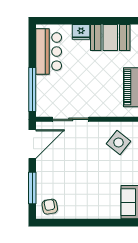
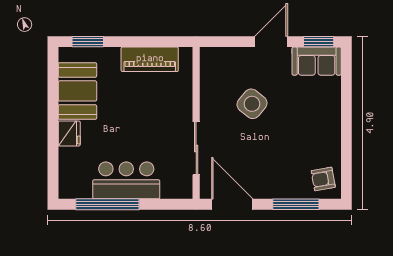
bar counter: (49, 52) -> (126, 180), moved
window: (32, 90) -> (107, 204), moved
side table: (118, 143) -> (252, 104), moved

